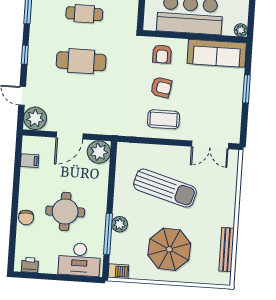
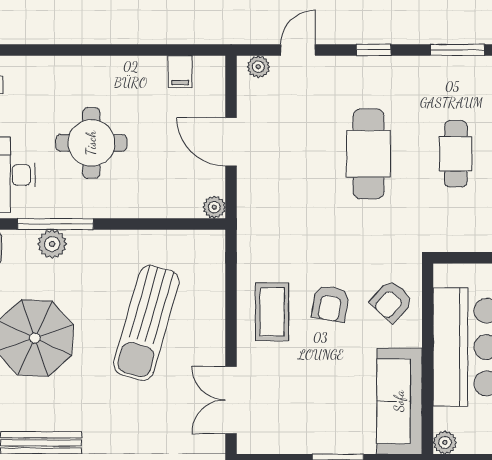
armchair: (162, 54) -> (392, 301), turned -48
plant: (35, 118) -> (258, 67), width x0.53, depth x0.53
plant: (99, 152) -> (214, 207), width x0.53, depth x0.53
chair: (26, 218) -> (76, 72), removed
plant: (120, 224) -> (52, 244), moved

